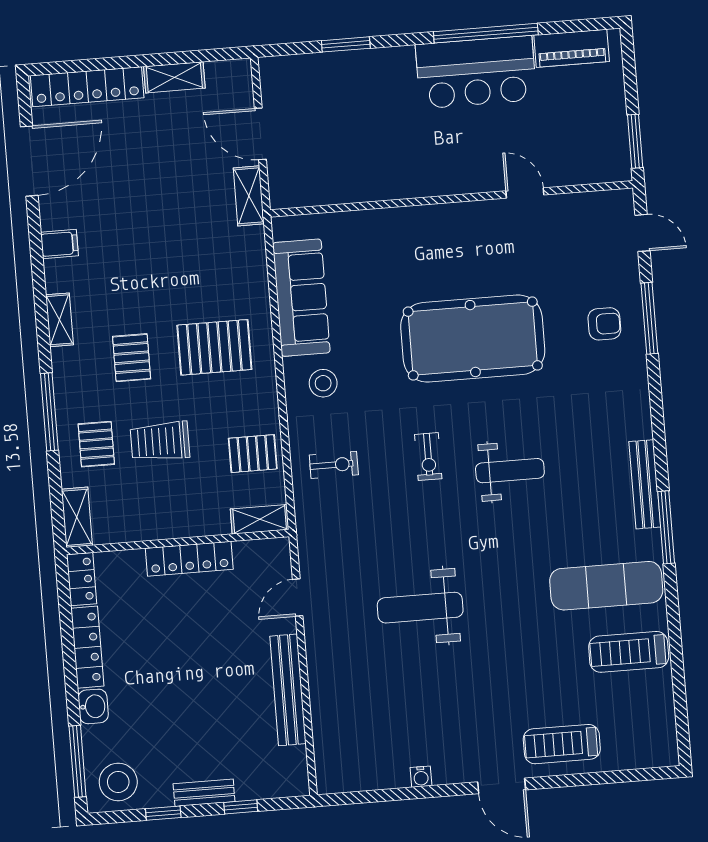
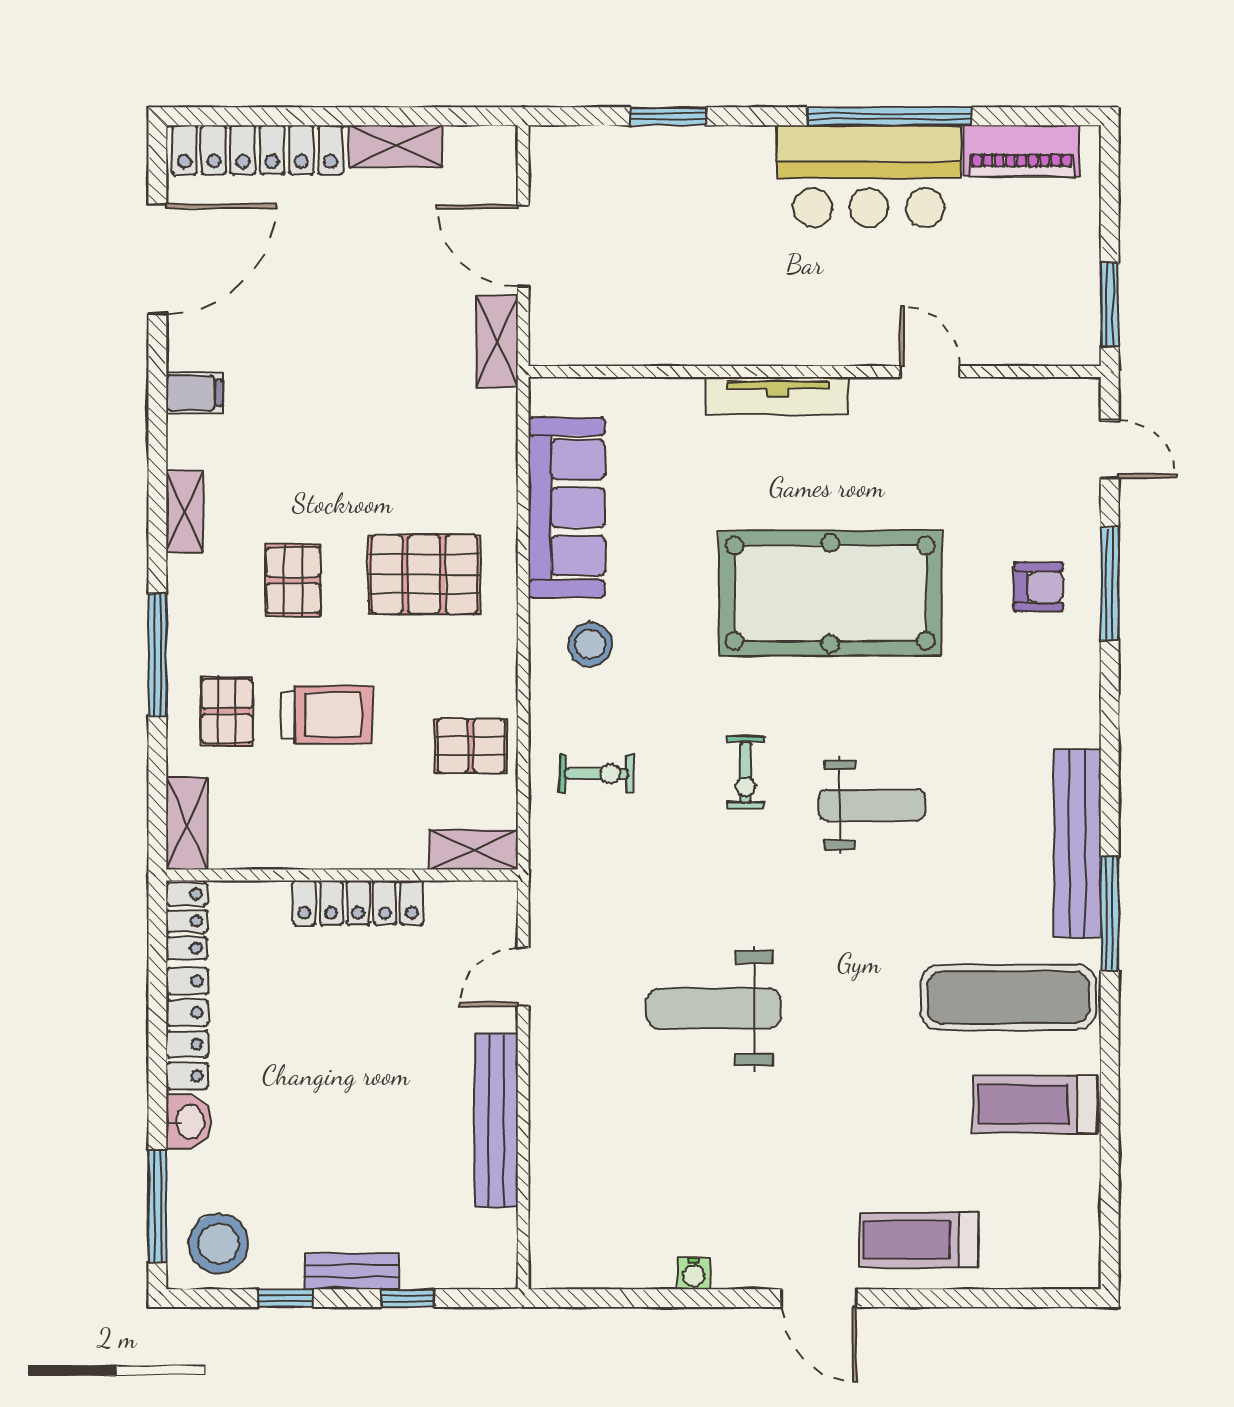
tv unit: (429, 216) -> (777, 396), added
trolley: (160, 441) -> (327, 715), turned 180
bench: (645, 484) -> (1077, 843), width x1.37, depth x1.21

